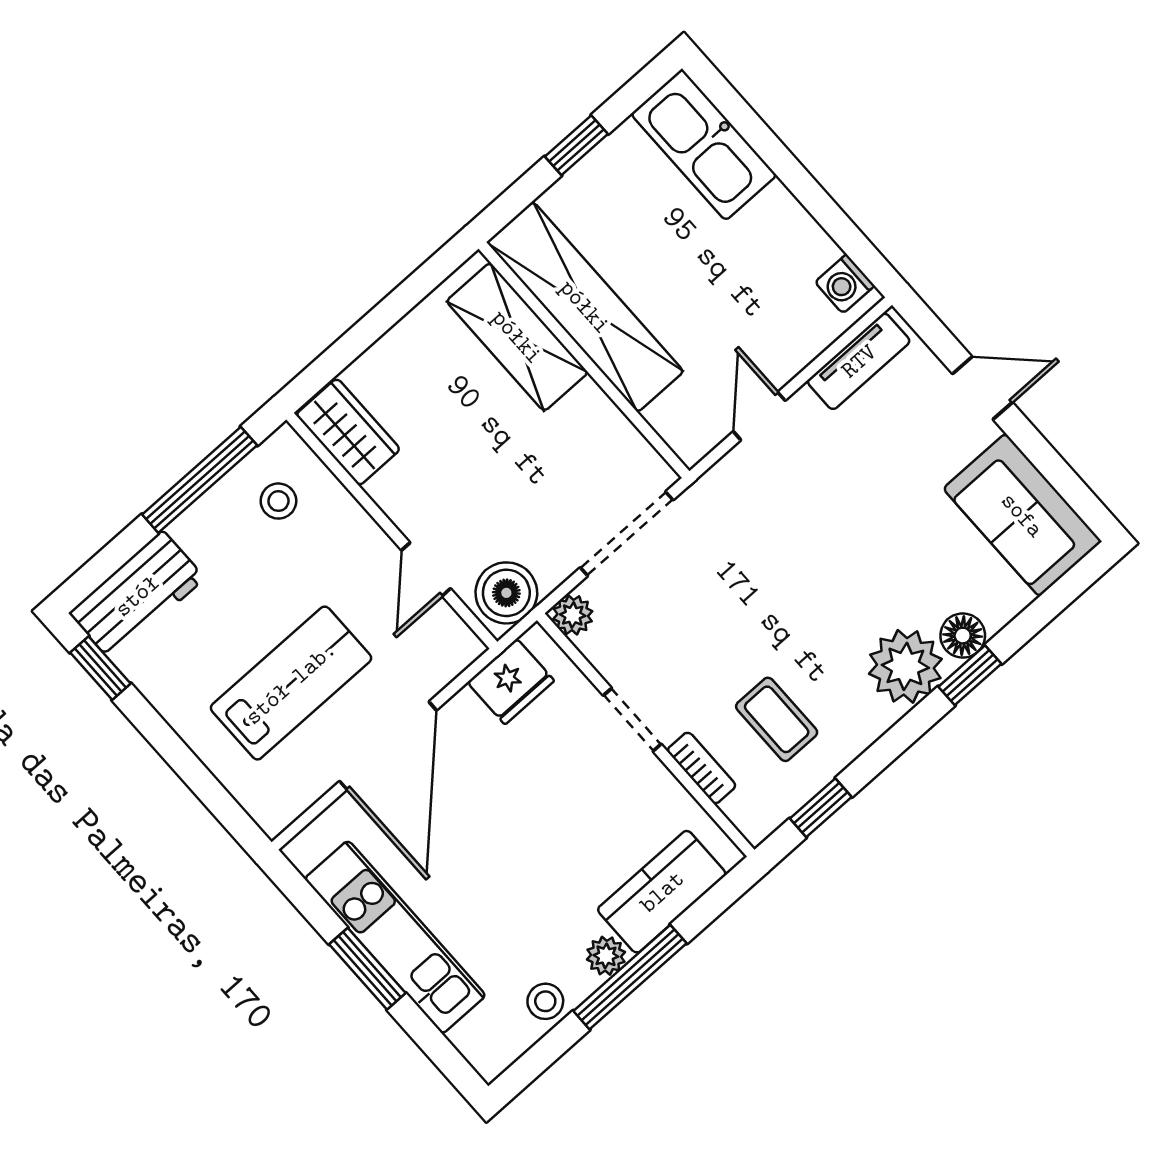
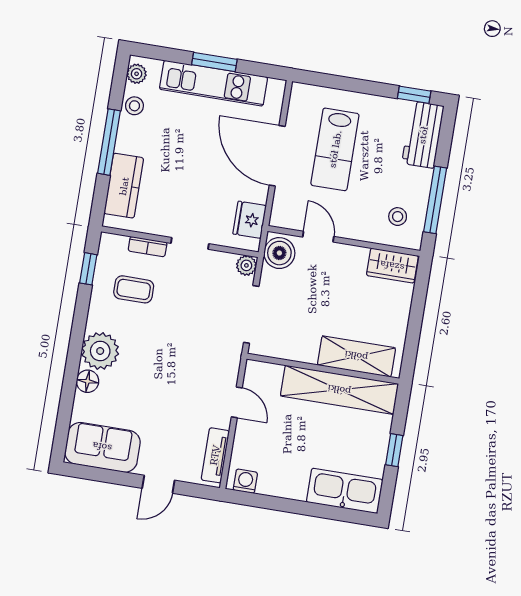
window: (970, 675) -> (72, 368), removed
plant: (606, 956) -> (137, 74), moved

